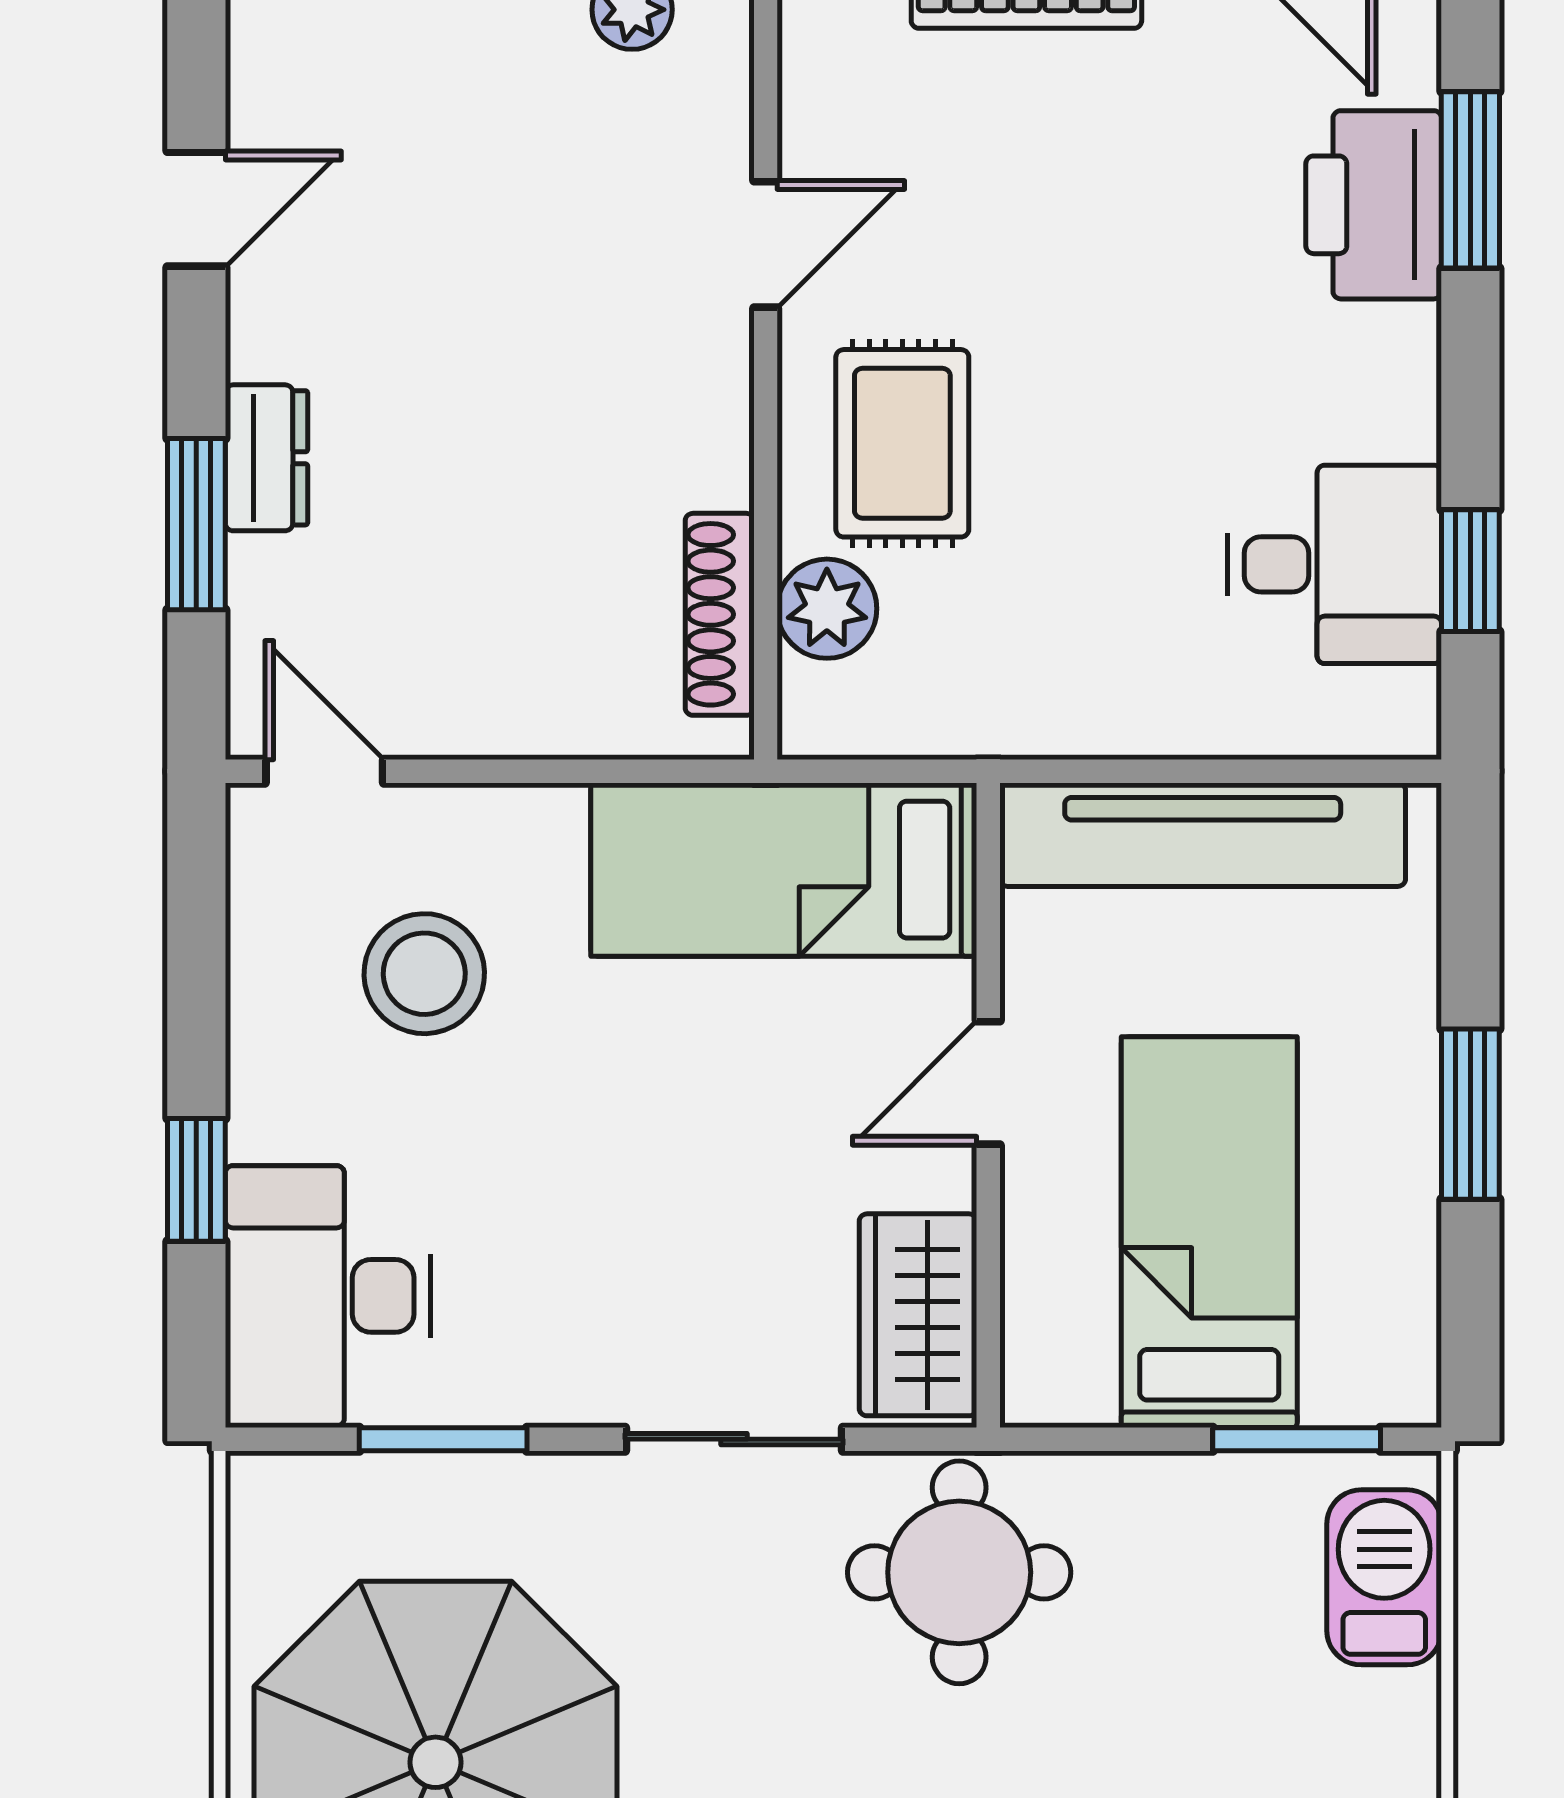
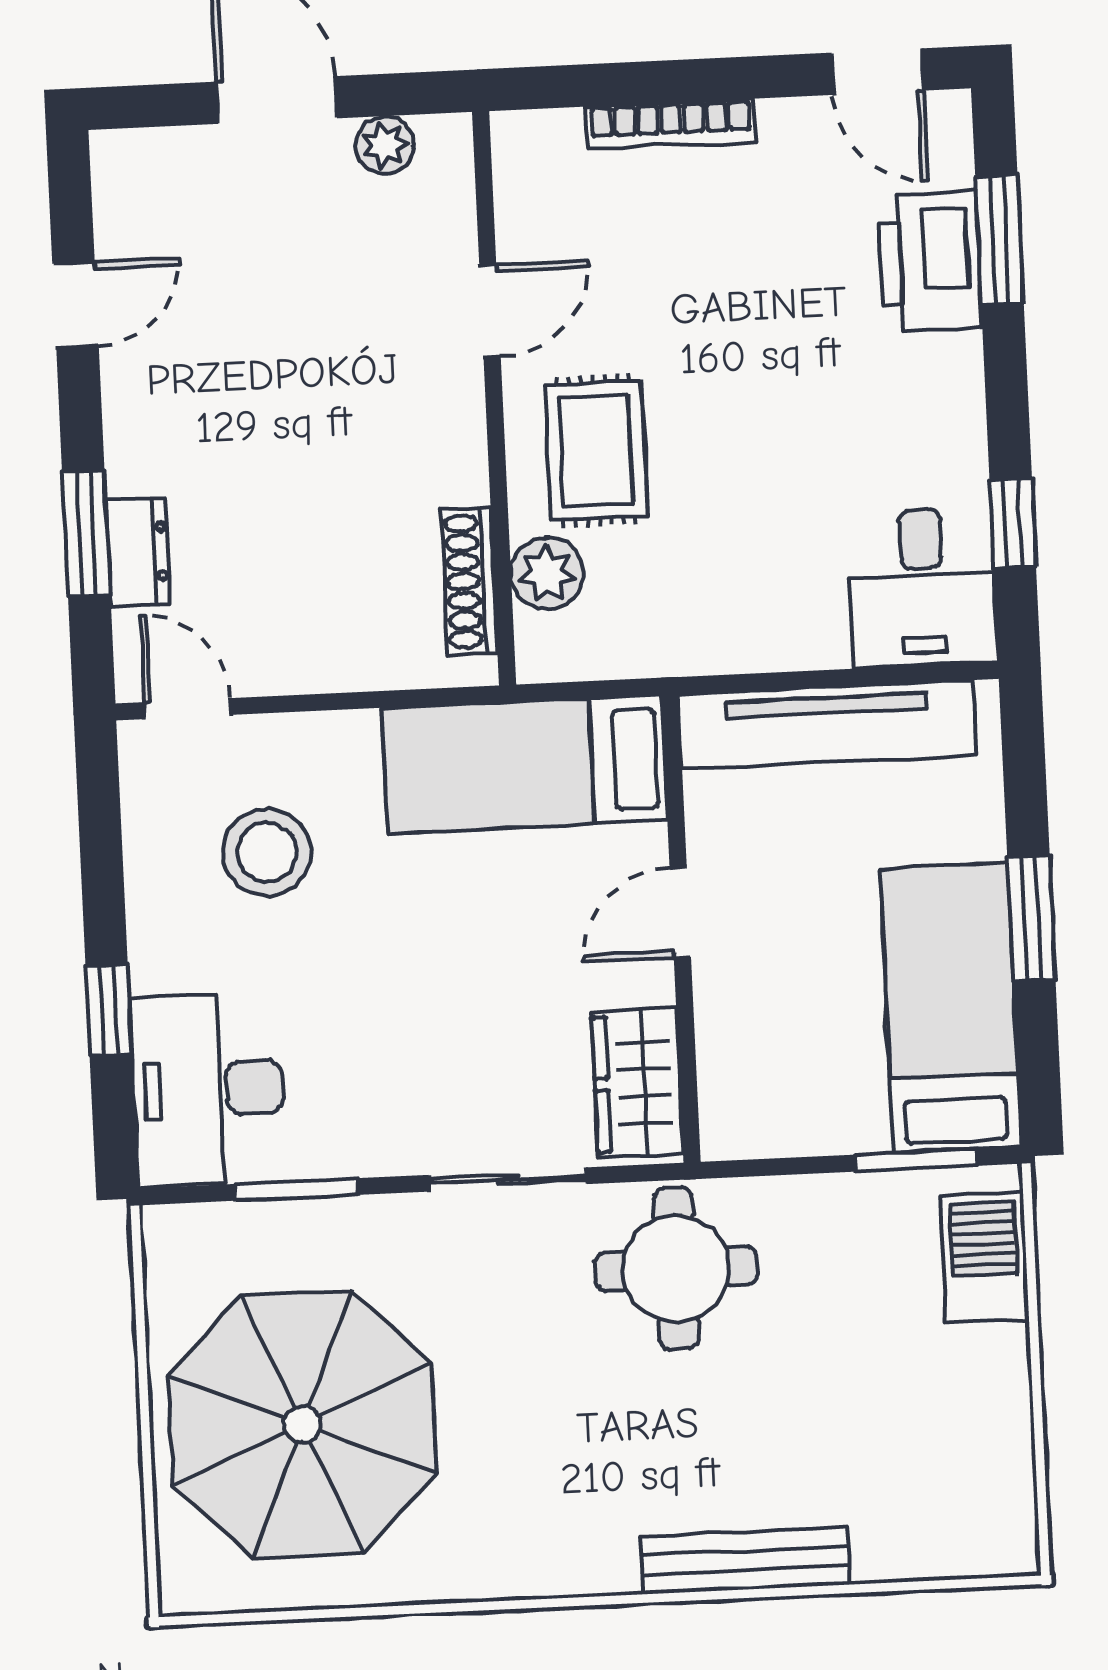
dresser: (266, 458) -> (138, 552), moved
desk: (1334, 564) -> (922, 588), moved, turned 90
bed: (1209, 1232) -> (950, 1008), moved

